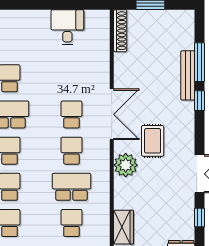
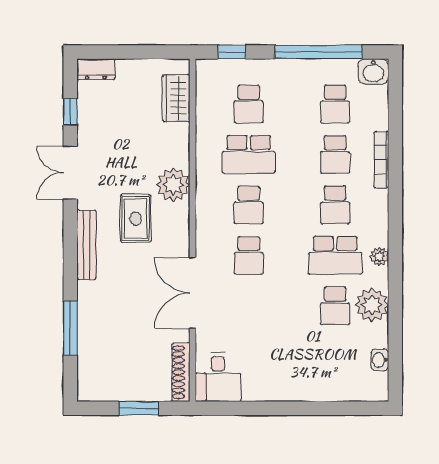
desk: (67, 27) -> (218, 377), moved
bench: (188, 75) -> (87, 245), moved
window: (199, 101) -> (70, 275), removed
double door: (112, 114) -> (193, 293), moved

